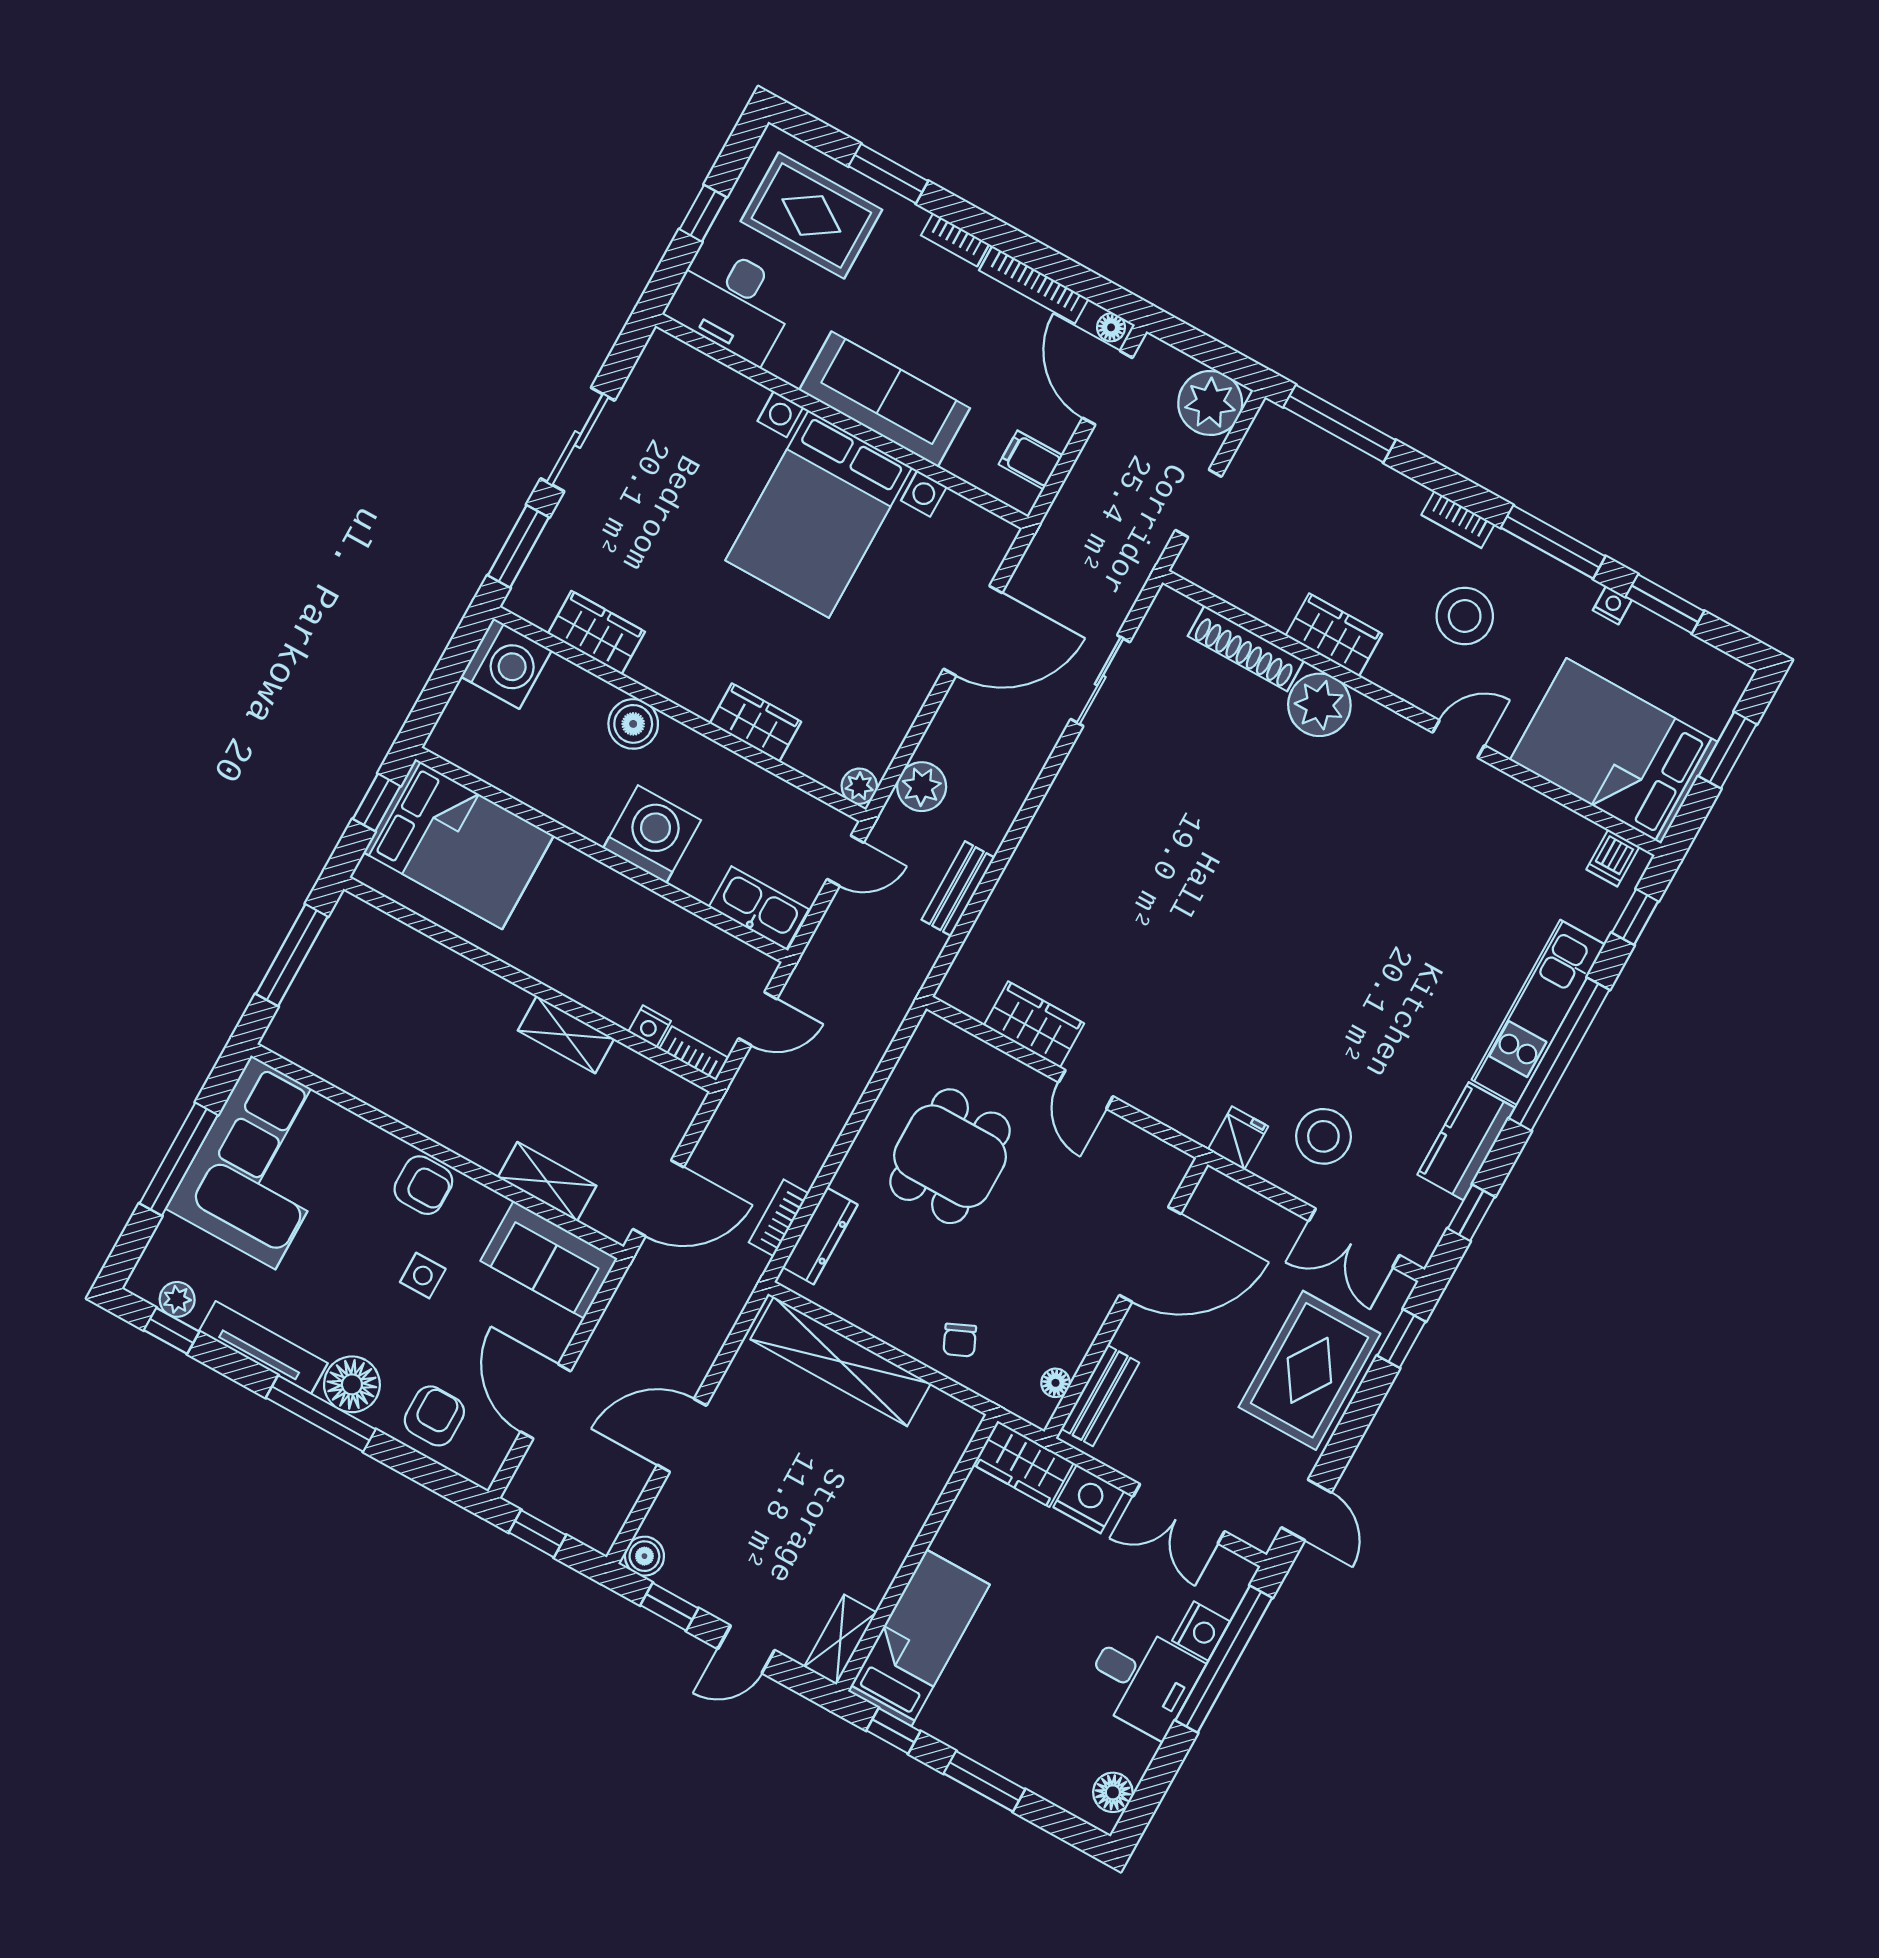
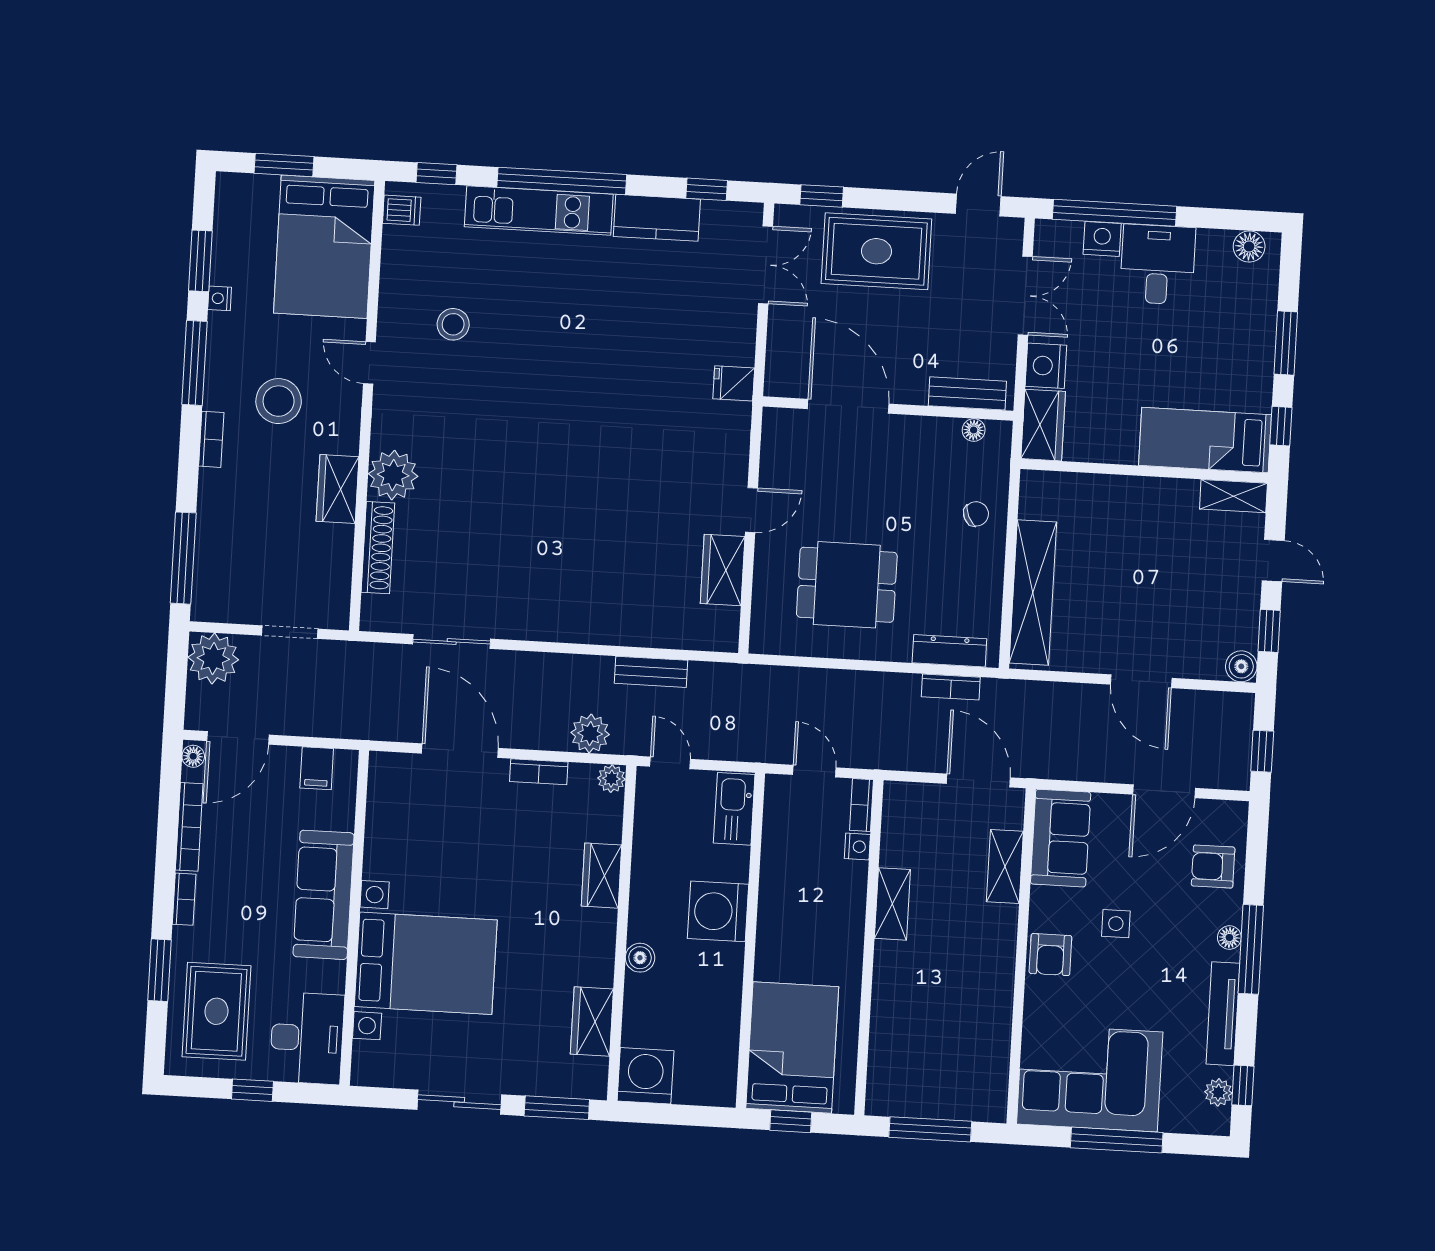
bed with nightstands: (819, 514) -> (426, 963), moved
bookcase: (906, 708) -> (539, 772), added
boiler: (633, 724) -> (640, 958), width x0.73, depth x0.73
stool: (1323, 1136) -> (453, 324), moved, width x0.73, depth x0.73
armchair: (423, 1185) -> (1050, 955), turned 180
floor lamp: (352, 1384) -> (1229, 938), width x0.53, depth x0.53

